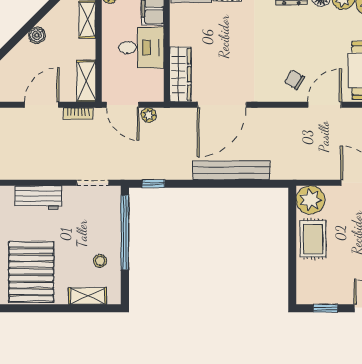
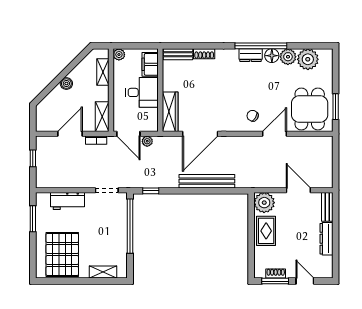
stool: (100, 261) -> (112, 247), removed
shoe rack: (326, 298) -> (276, 273), added
window: (326, 308) -> (275, 281), width x1.50

